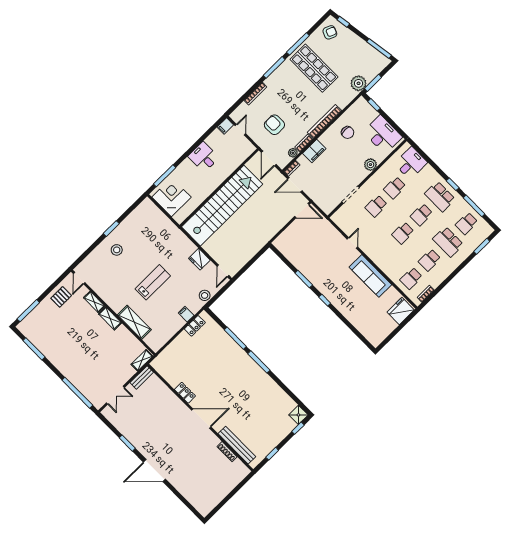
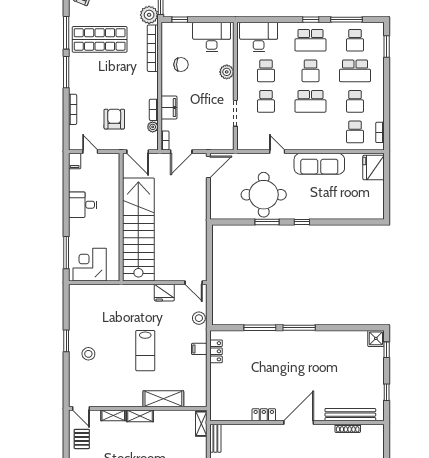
bookcase: (324, 122) -> (153, 48), moved
armchair: (274, 125) -> (114, 119), turned 90
desk: (411, 163) -> (259, 37), width x1.37
school desk: (403, 233) -> (310, 101), width x1.85
round table: (318, 261) -> (264, 195), added
lab bench: (153, 282) -> (145, 351), turned 180

